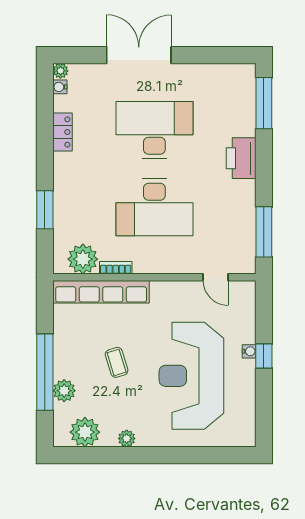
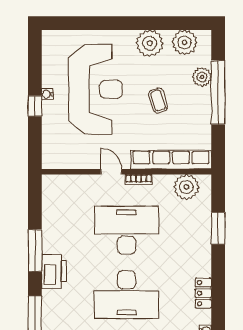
window: (264, 232) -> (35, 251), moved
bookcase: (116, 268) -> (139, 180), moved
door: (215, 277) -> (111, 172), moved
water cooler: (249, 351) -> (47, 94), moved
plant: (127, 438) -> (150, 43), width x1.87, depth x1.87

